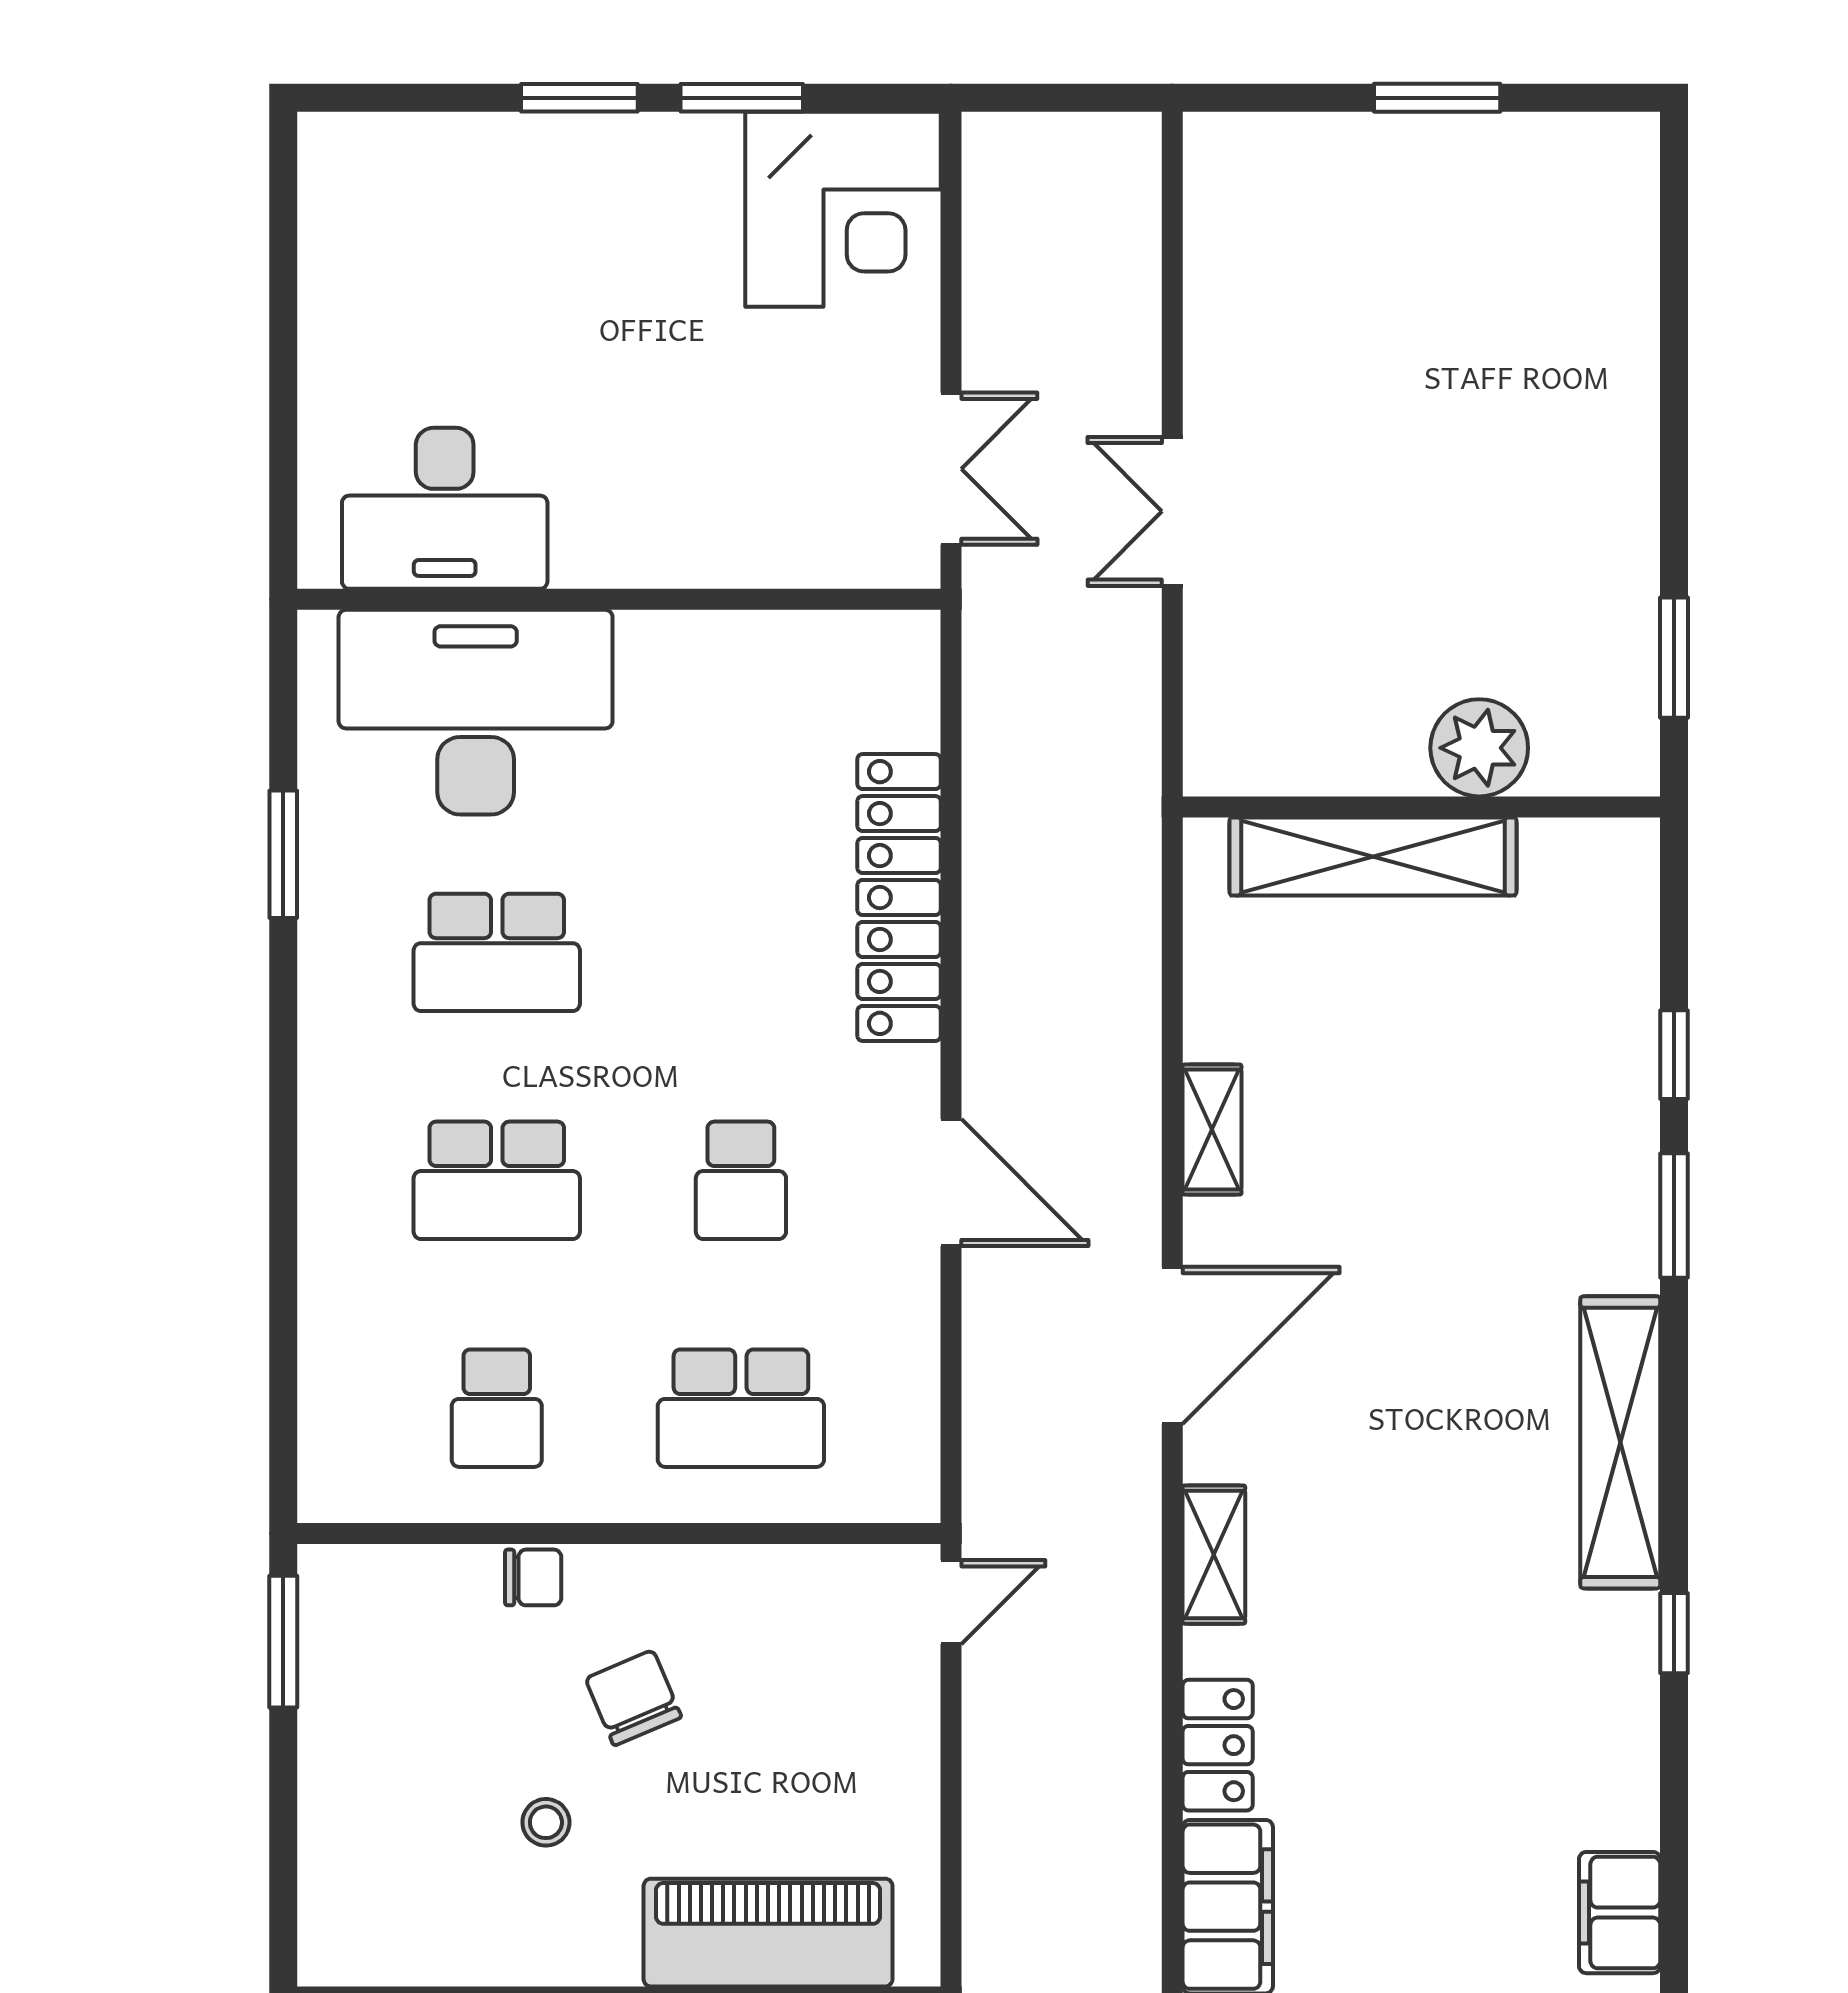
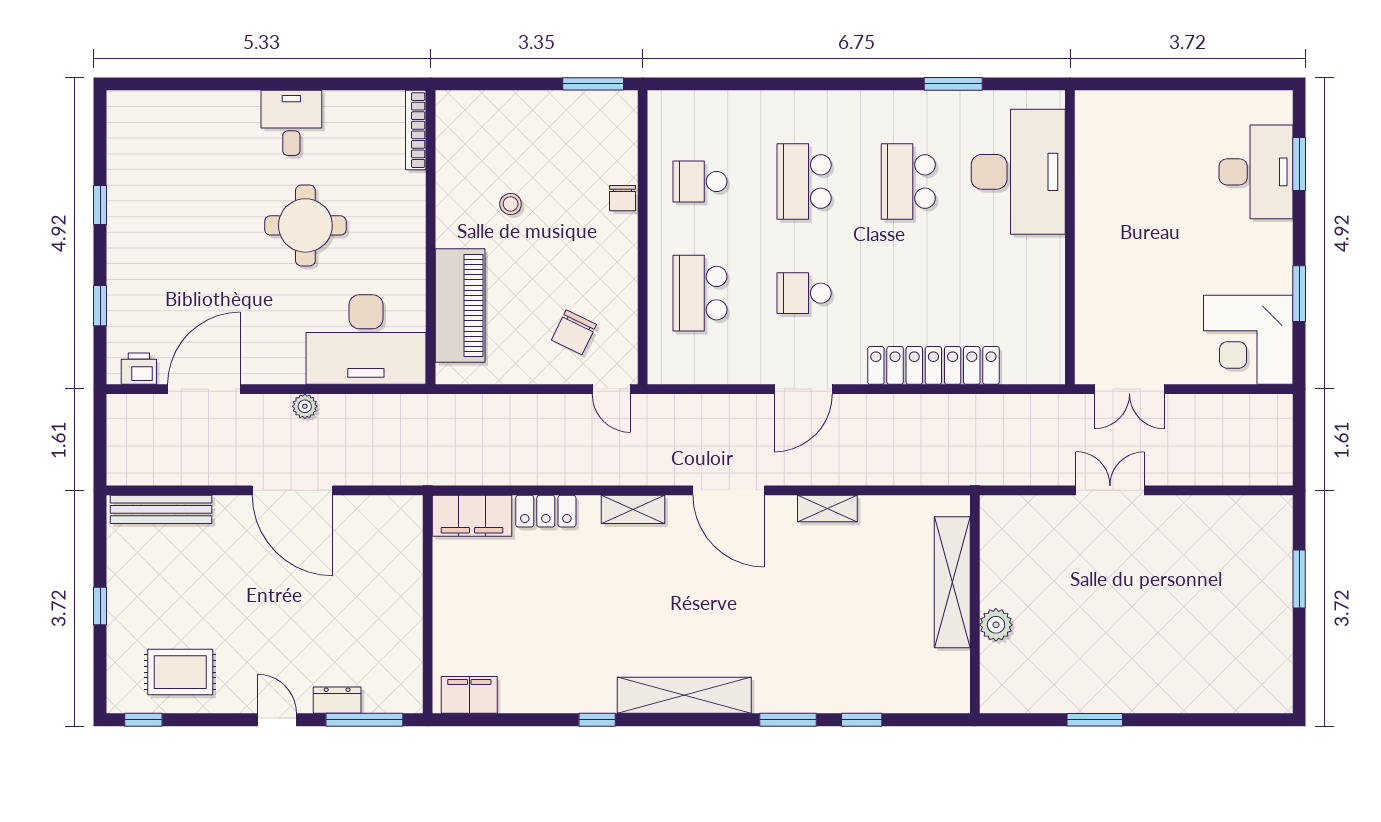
window: (579, 98) -> (1299, 164), moved
window: (1437, 98) -> (1299, 579), moved
desk: (445, 508) -> (1256, 172), moved, turned 180
window: (1674, 658) -> (1095, 720), moved
plant: (1479, 748) -> (996, 625), width x0.73, depth x0.73
chair: (633, 1698) -> (574, 332), moved, turned 139

